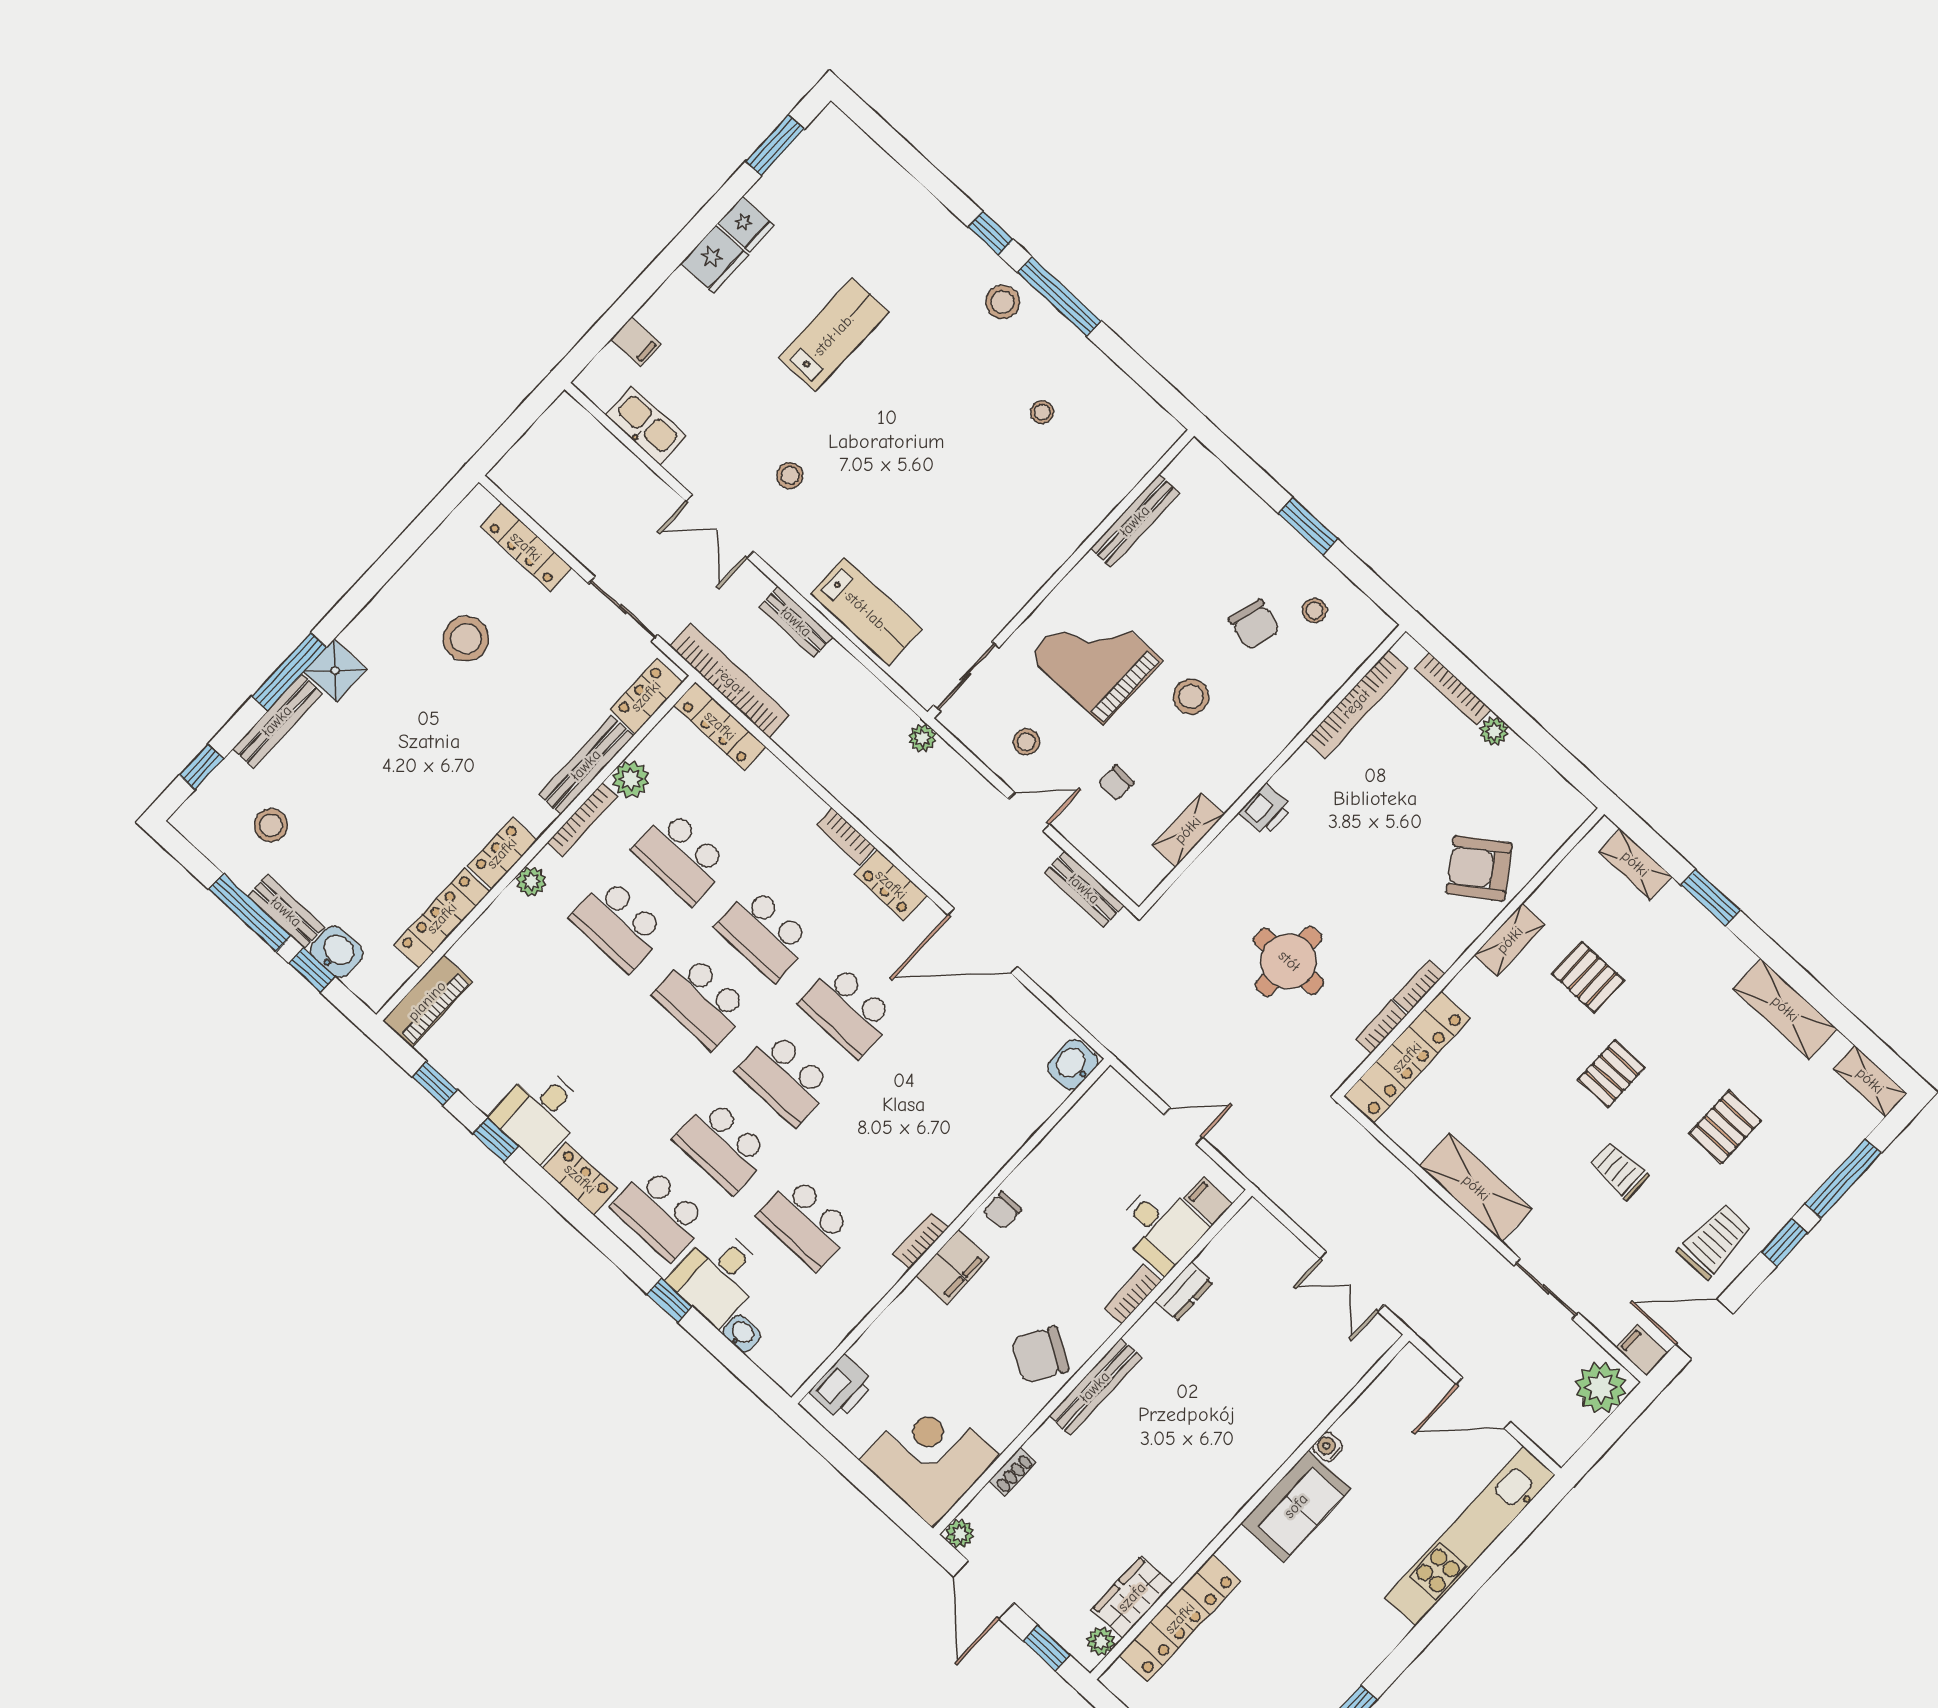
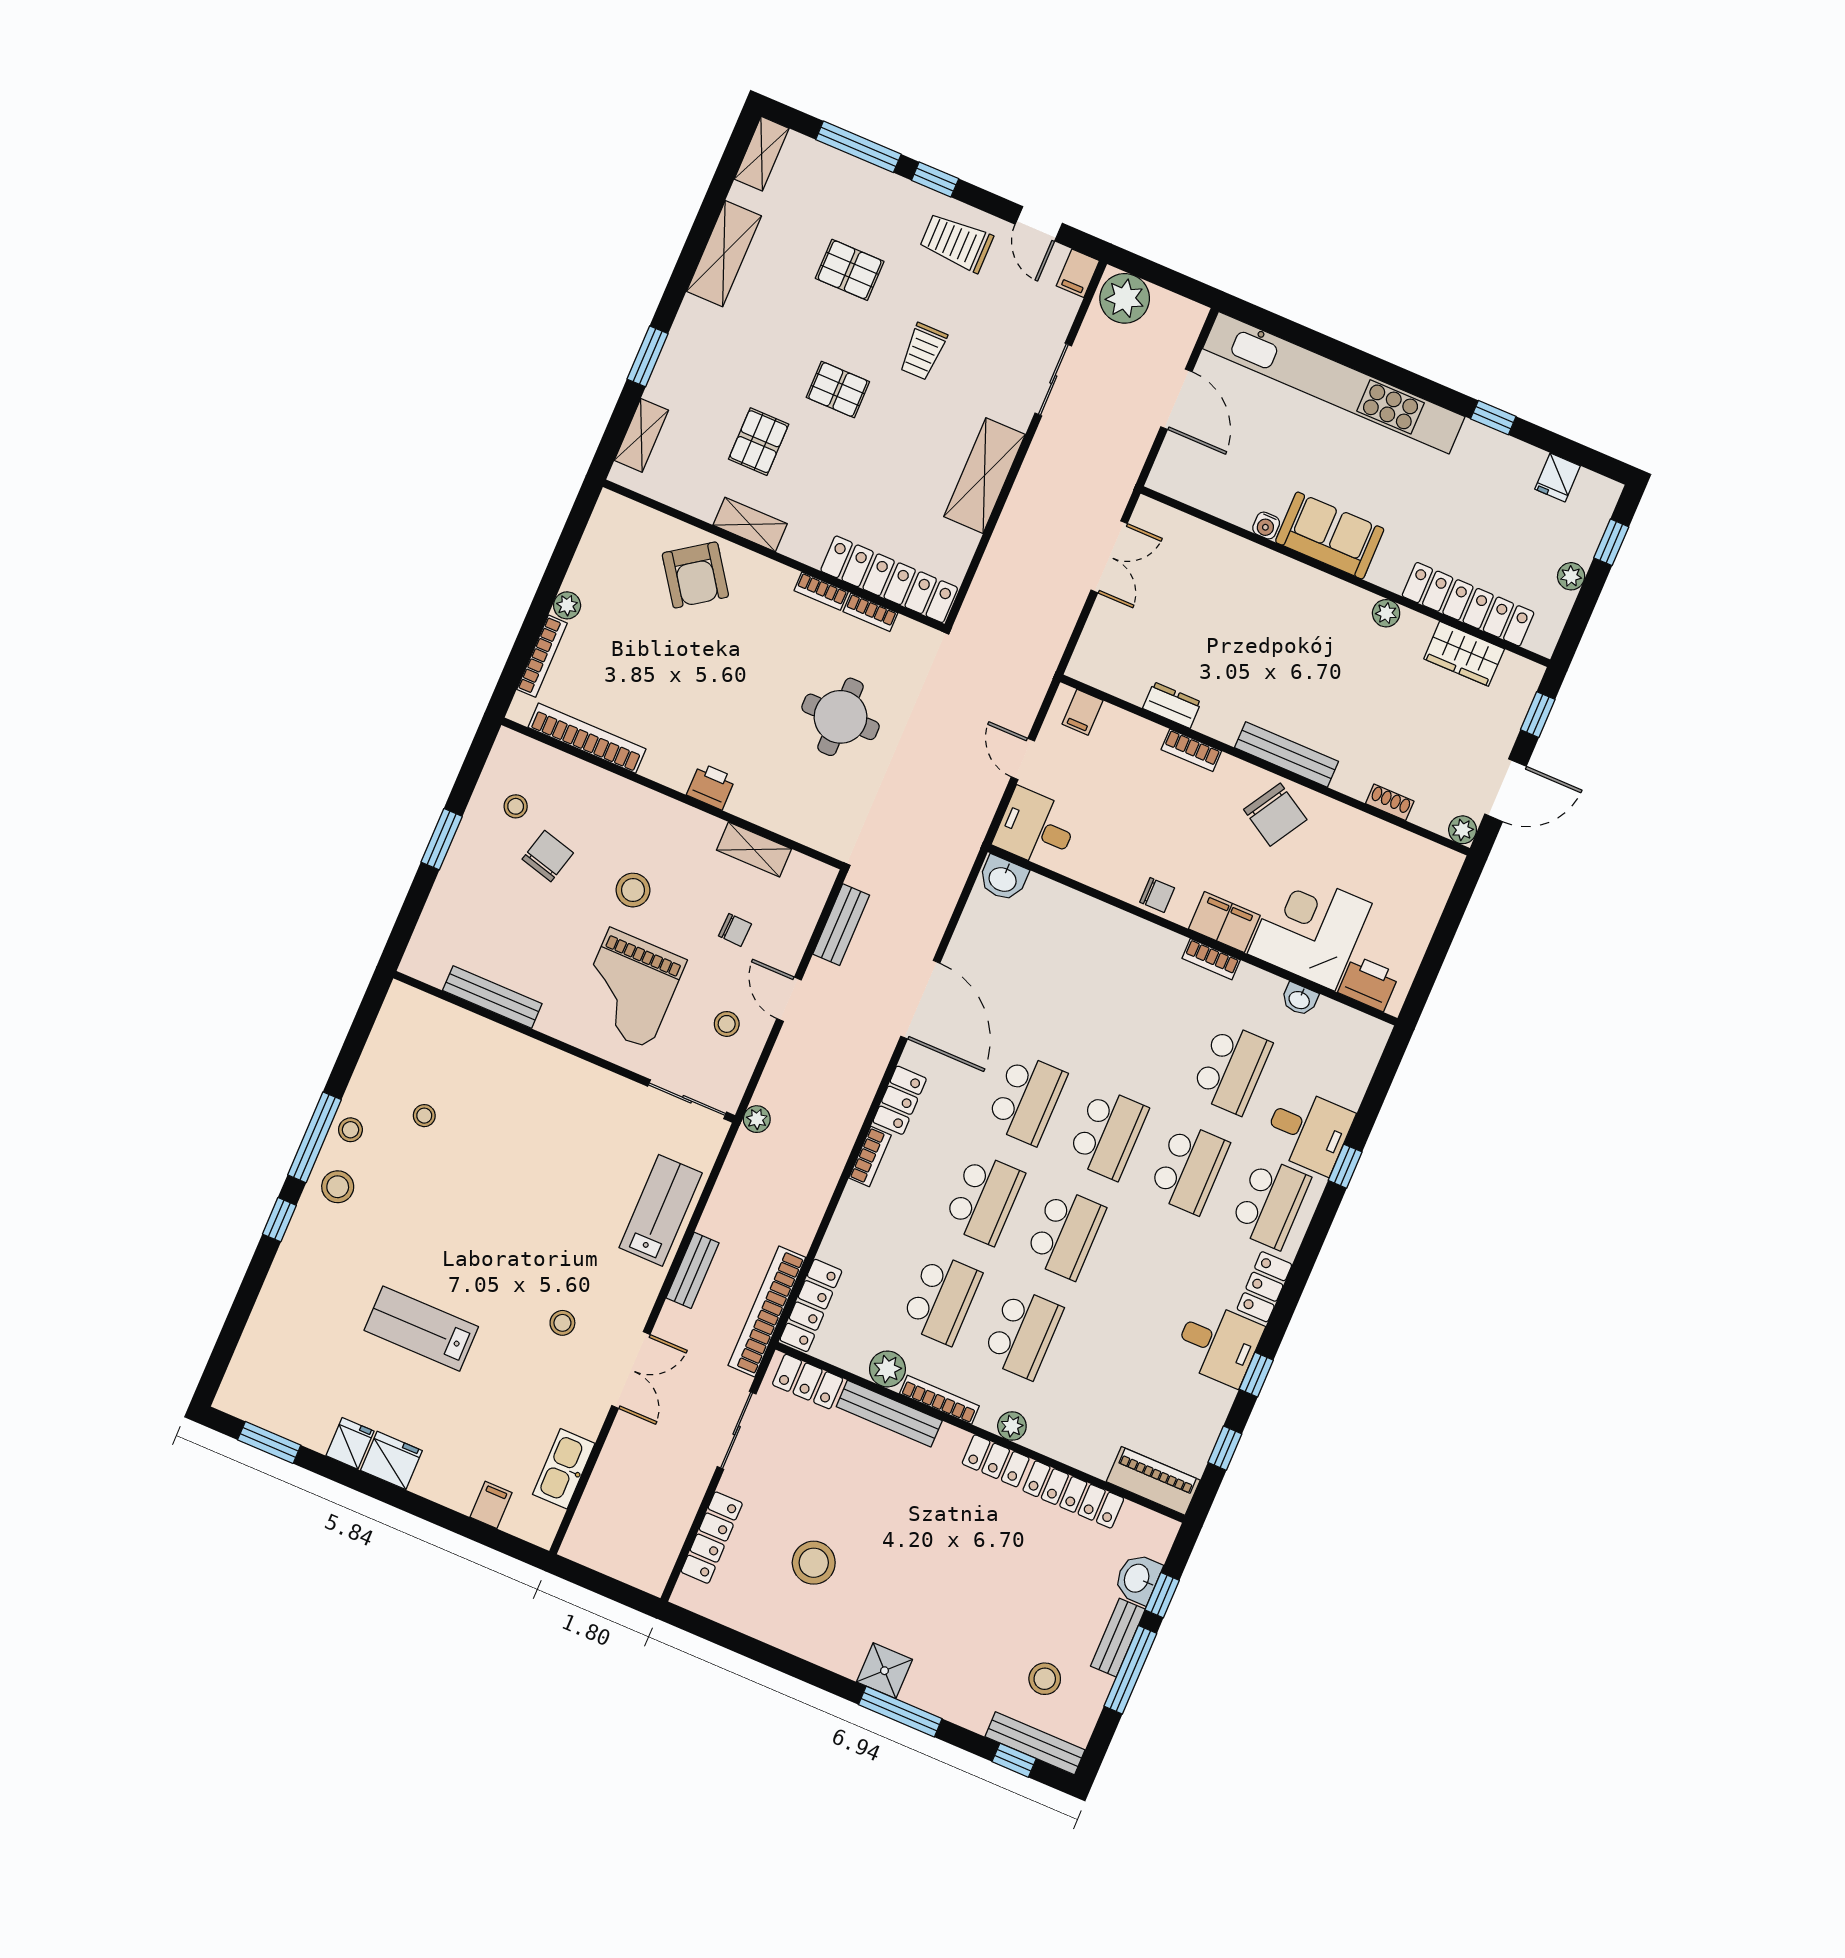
stool: (1054, 335) -> (350, 1130), added
bench: (277, 721) -> (1035, 1743), moved
desk: (1161, 1228) -> (1036, 828), moved, turned -90
door: (1704, 1329) -> (1039, 224), width x0.73
washbasin: (742, 1334) -> (1299, 999), moved, turned -90
corner desk: (929, 1457) -> (1310, 929), moved, turned 90
kitchen unit: (1470, 1536) -> (1334, 383), width x1.36
plant: (1101, 1641) -> (1386, 613), moved

